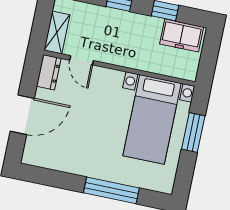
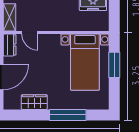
wardrobe: (67, 162) -> (34, 102), added

